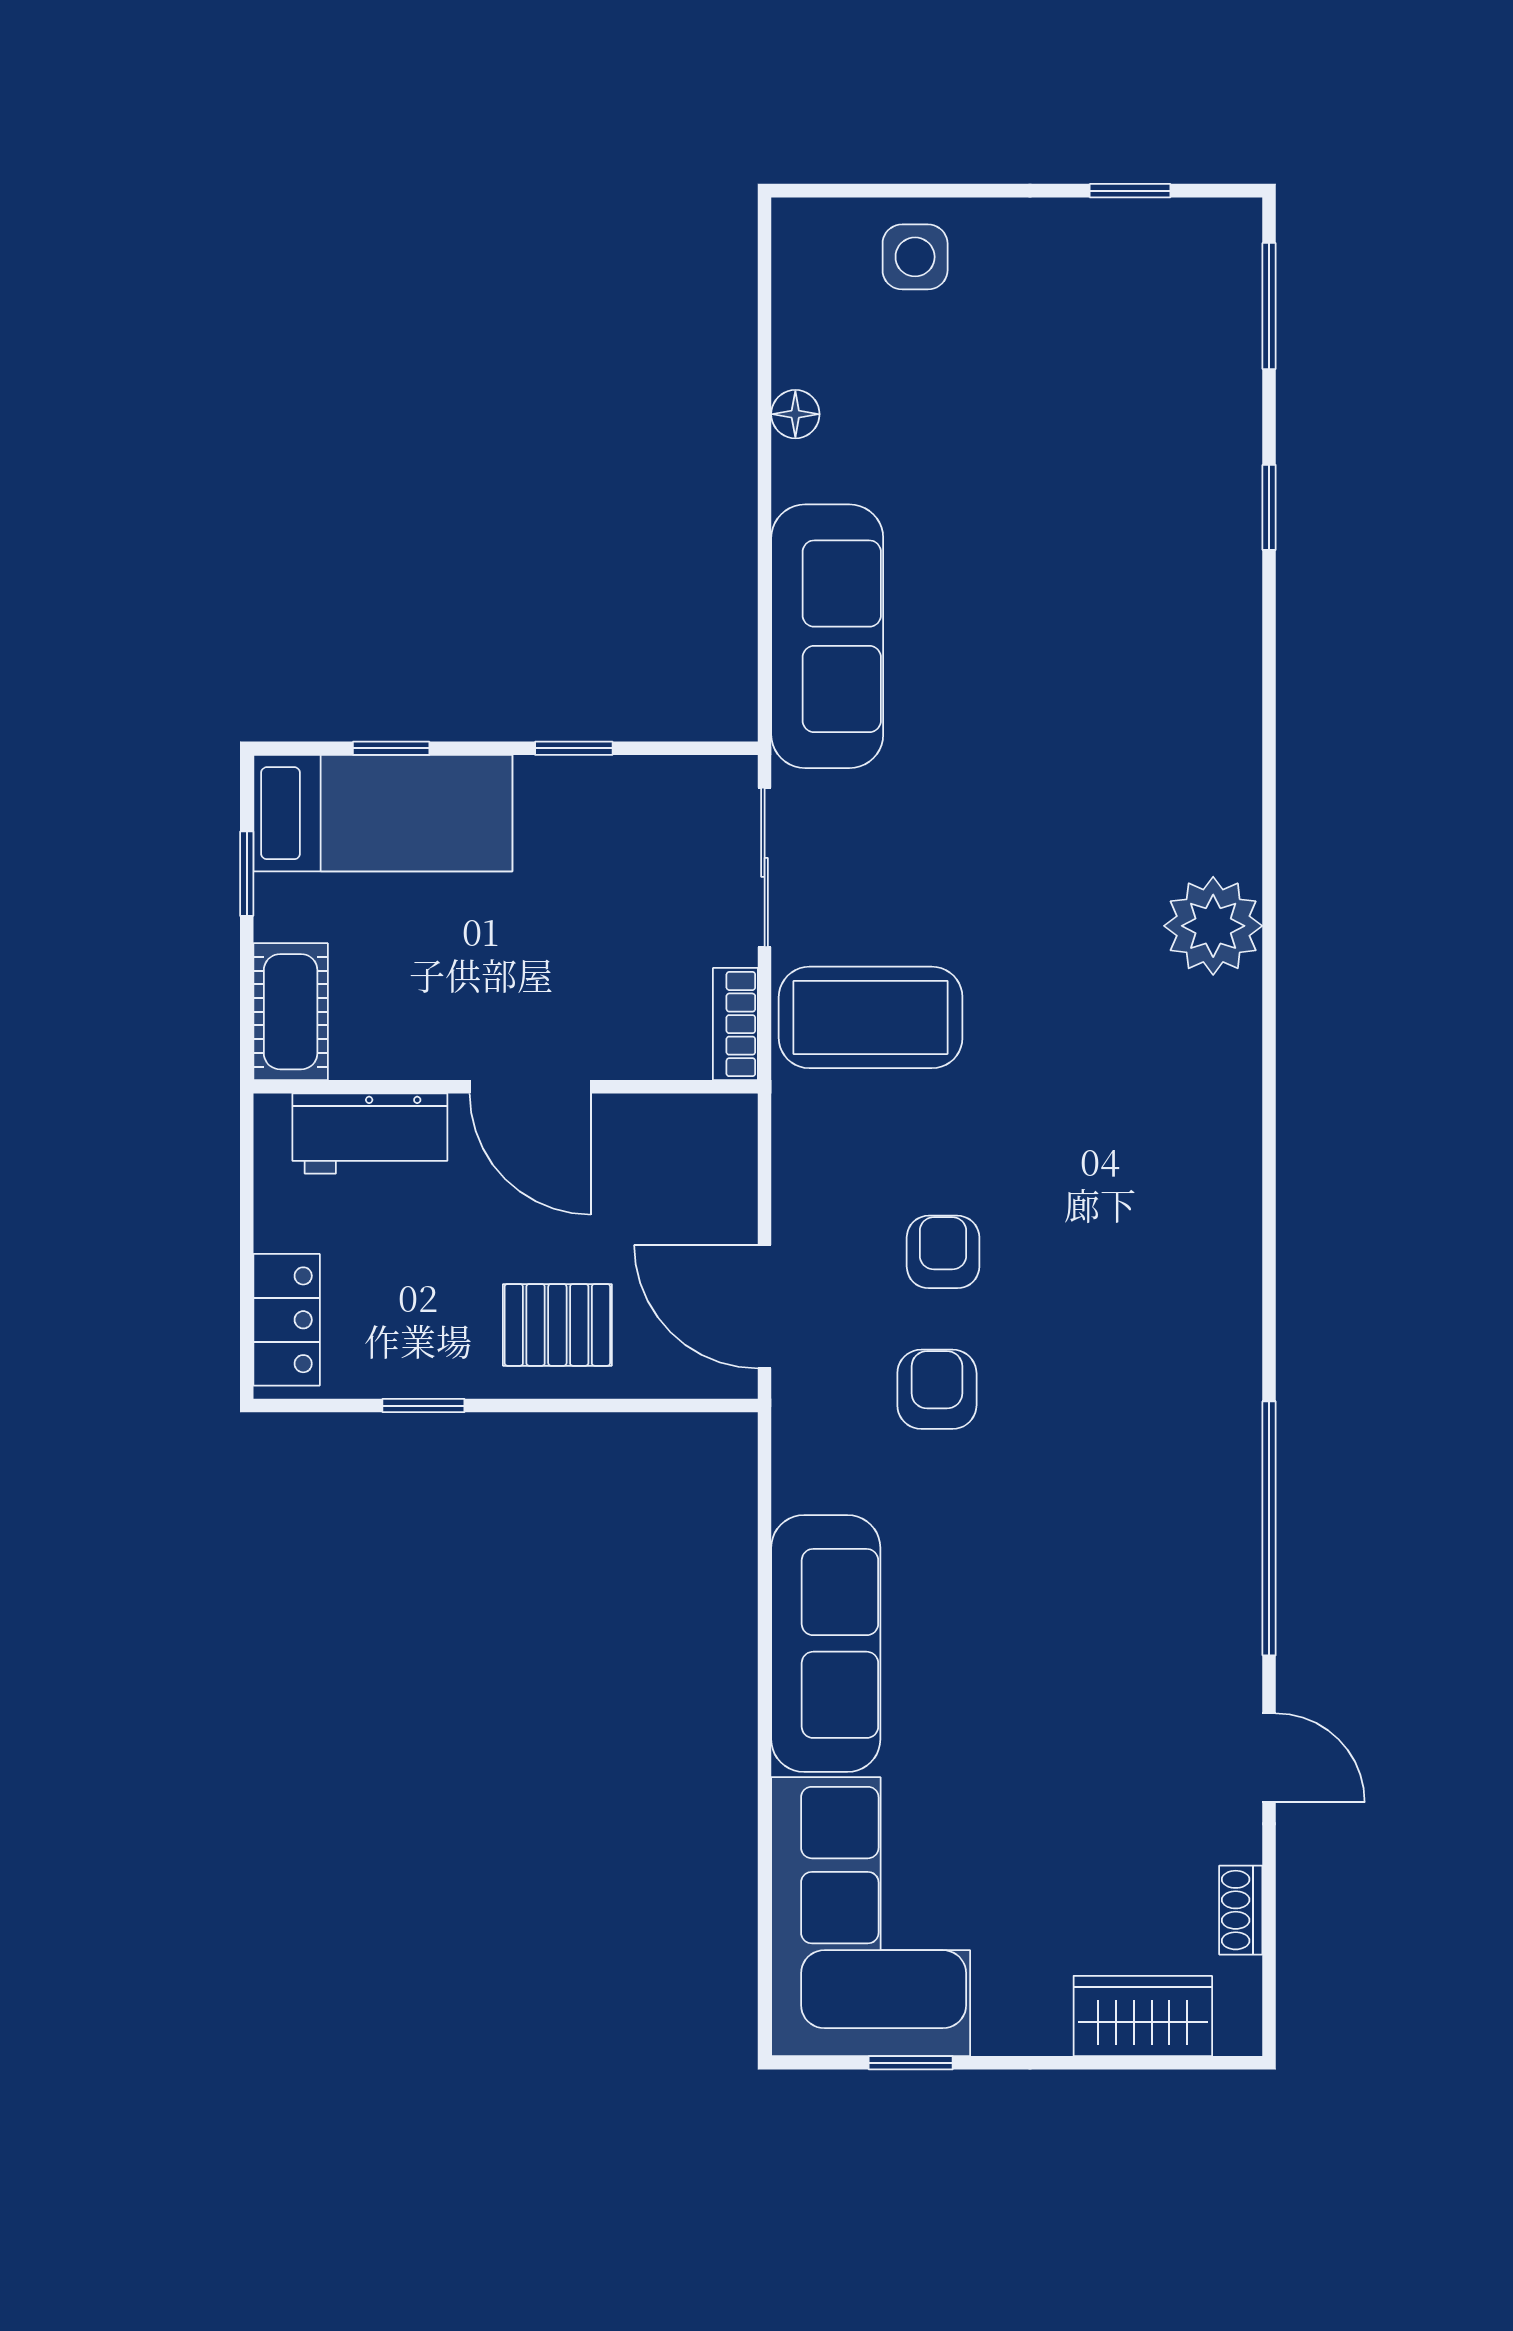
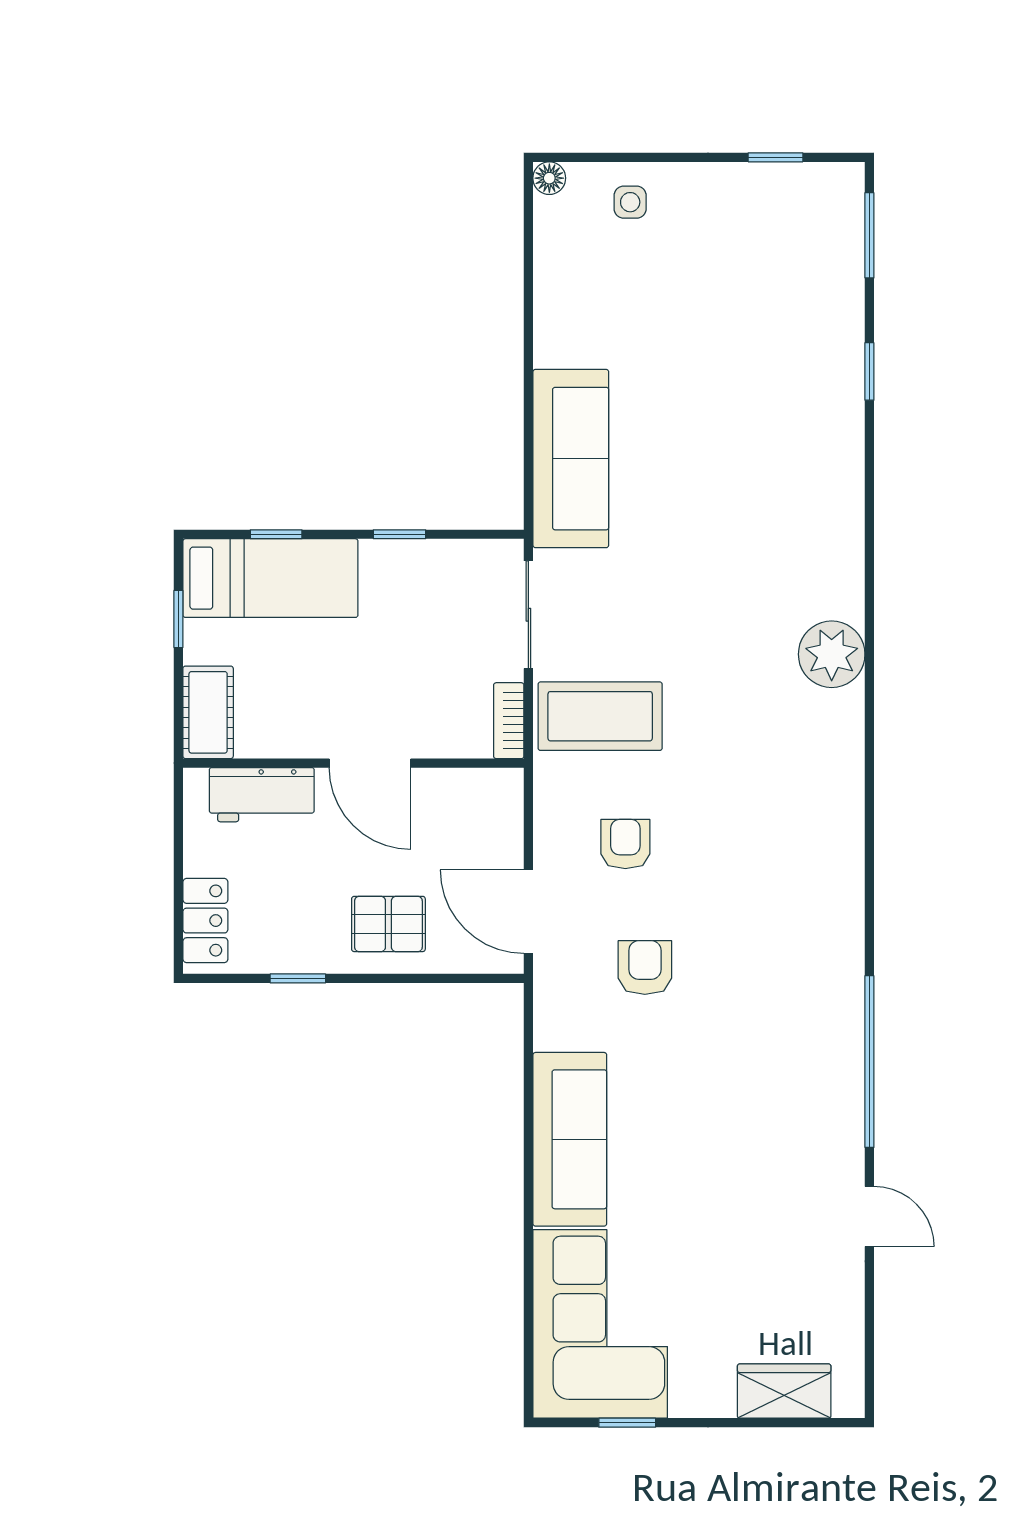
side table: (915, 257) -> (630, 202), width x0.73, depth x0.73
floor lamp: (795, 414) -> (549, 178), moved
armchair: (943, 1252) -> (625, 844), moved
shoe rack: (1241, 1910) -> (850, 1320), removed

